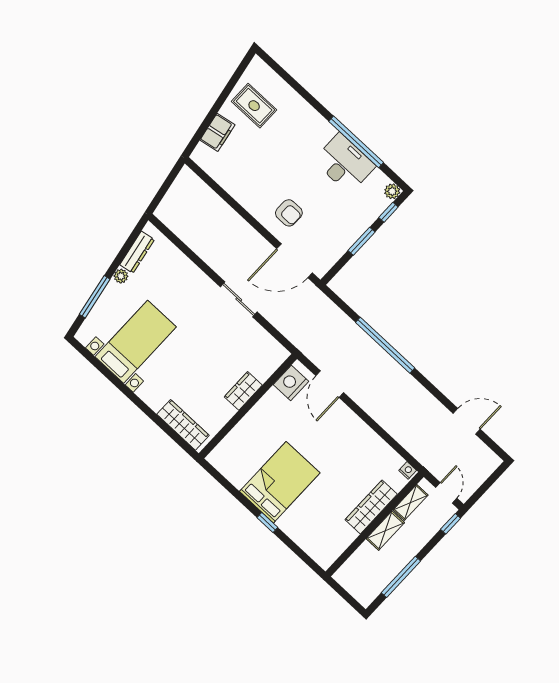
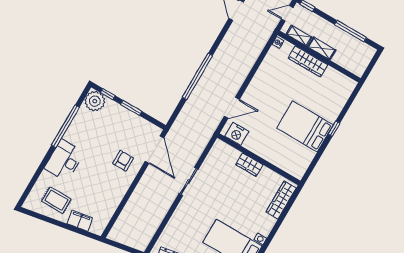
rug: (254, 106) -> (56, 200), turned 90
desk: (344, 163) -> (64, 160), moved
plant: (392, 191) -> (95, 101), width x1.88, depth x1.88

